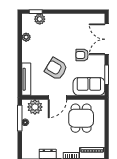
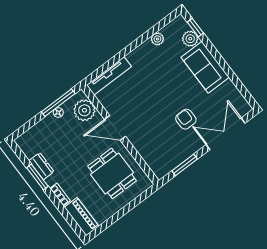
armchair: (56, 69) -> (147, 101), removed
sofa: (89, 86) -> (205, 67), moved, turned 180
dining table: (81, 118) -> (112, 173), turned 90

